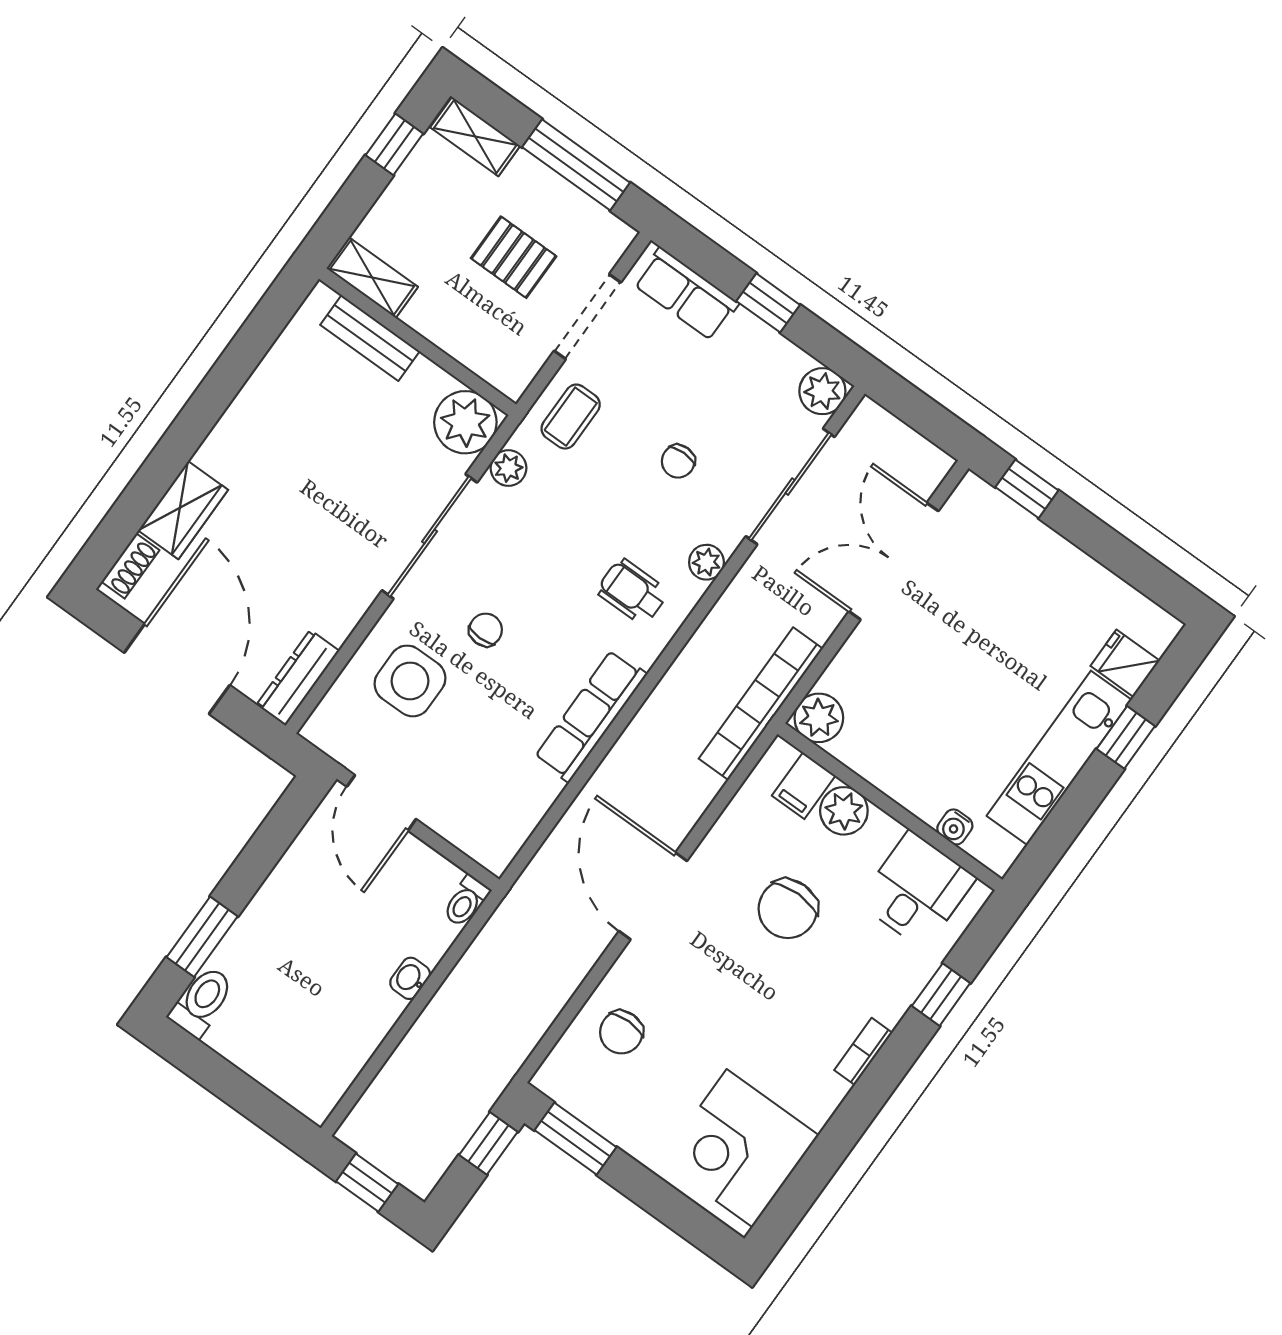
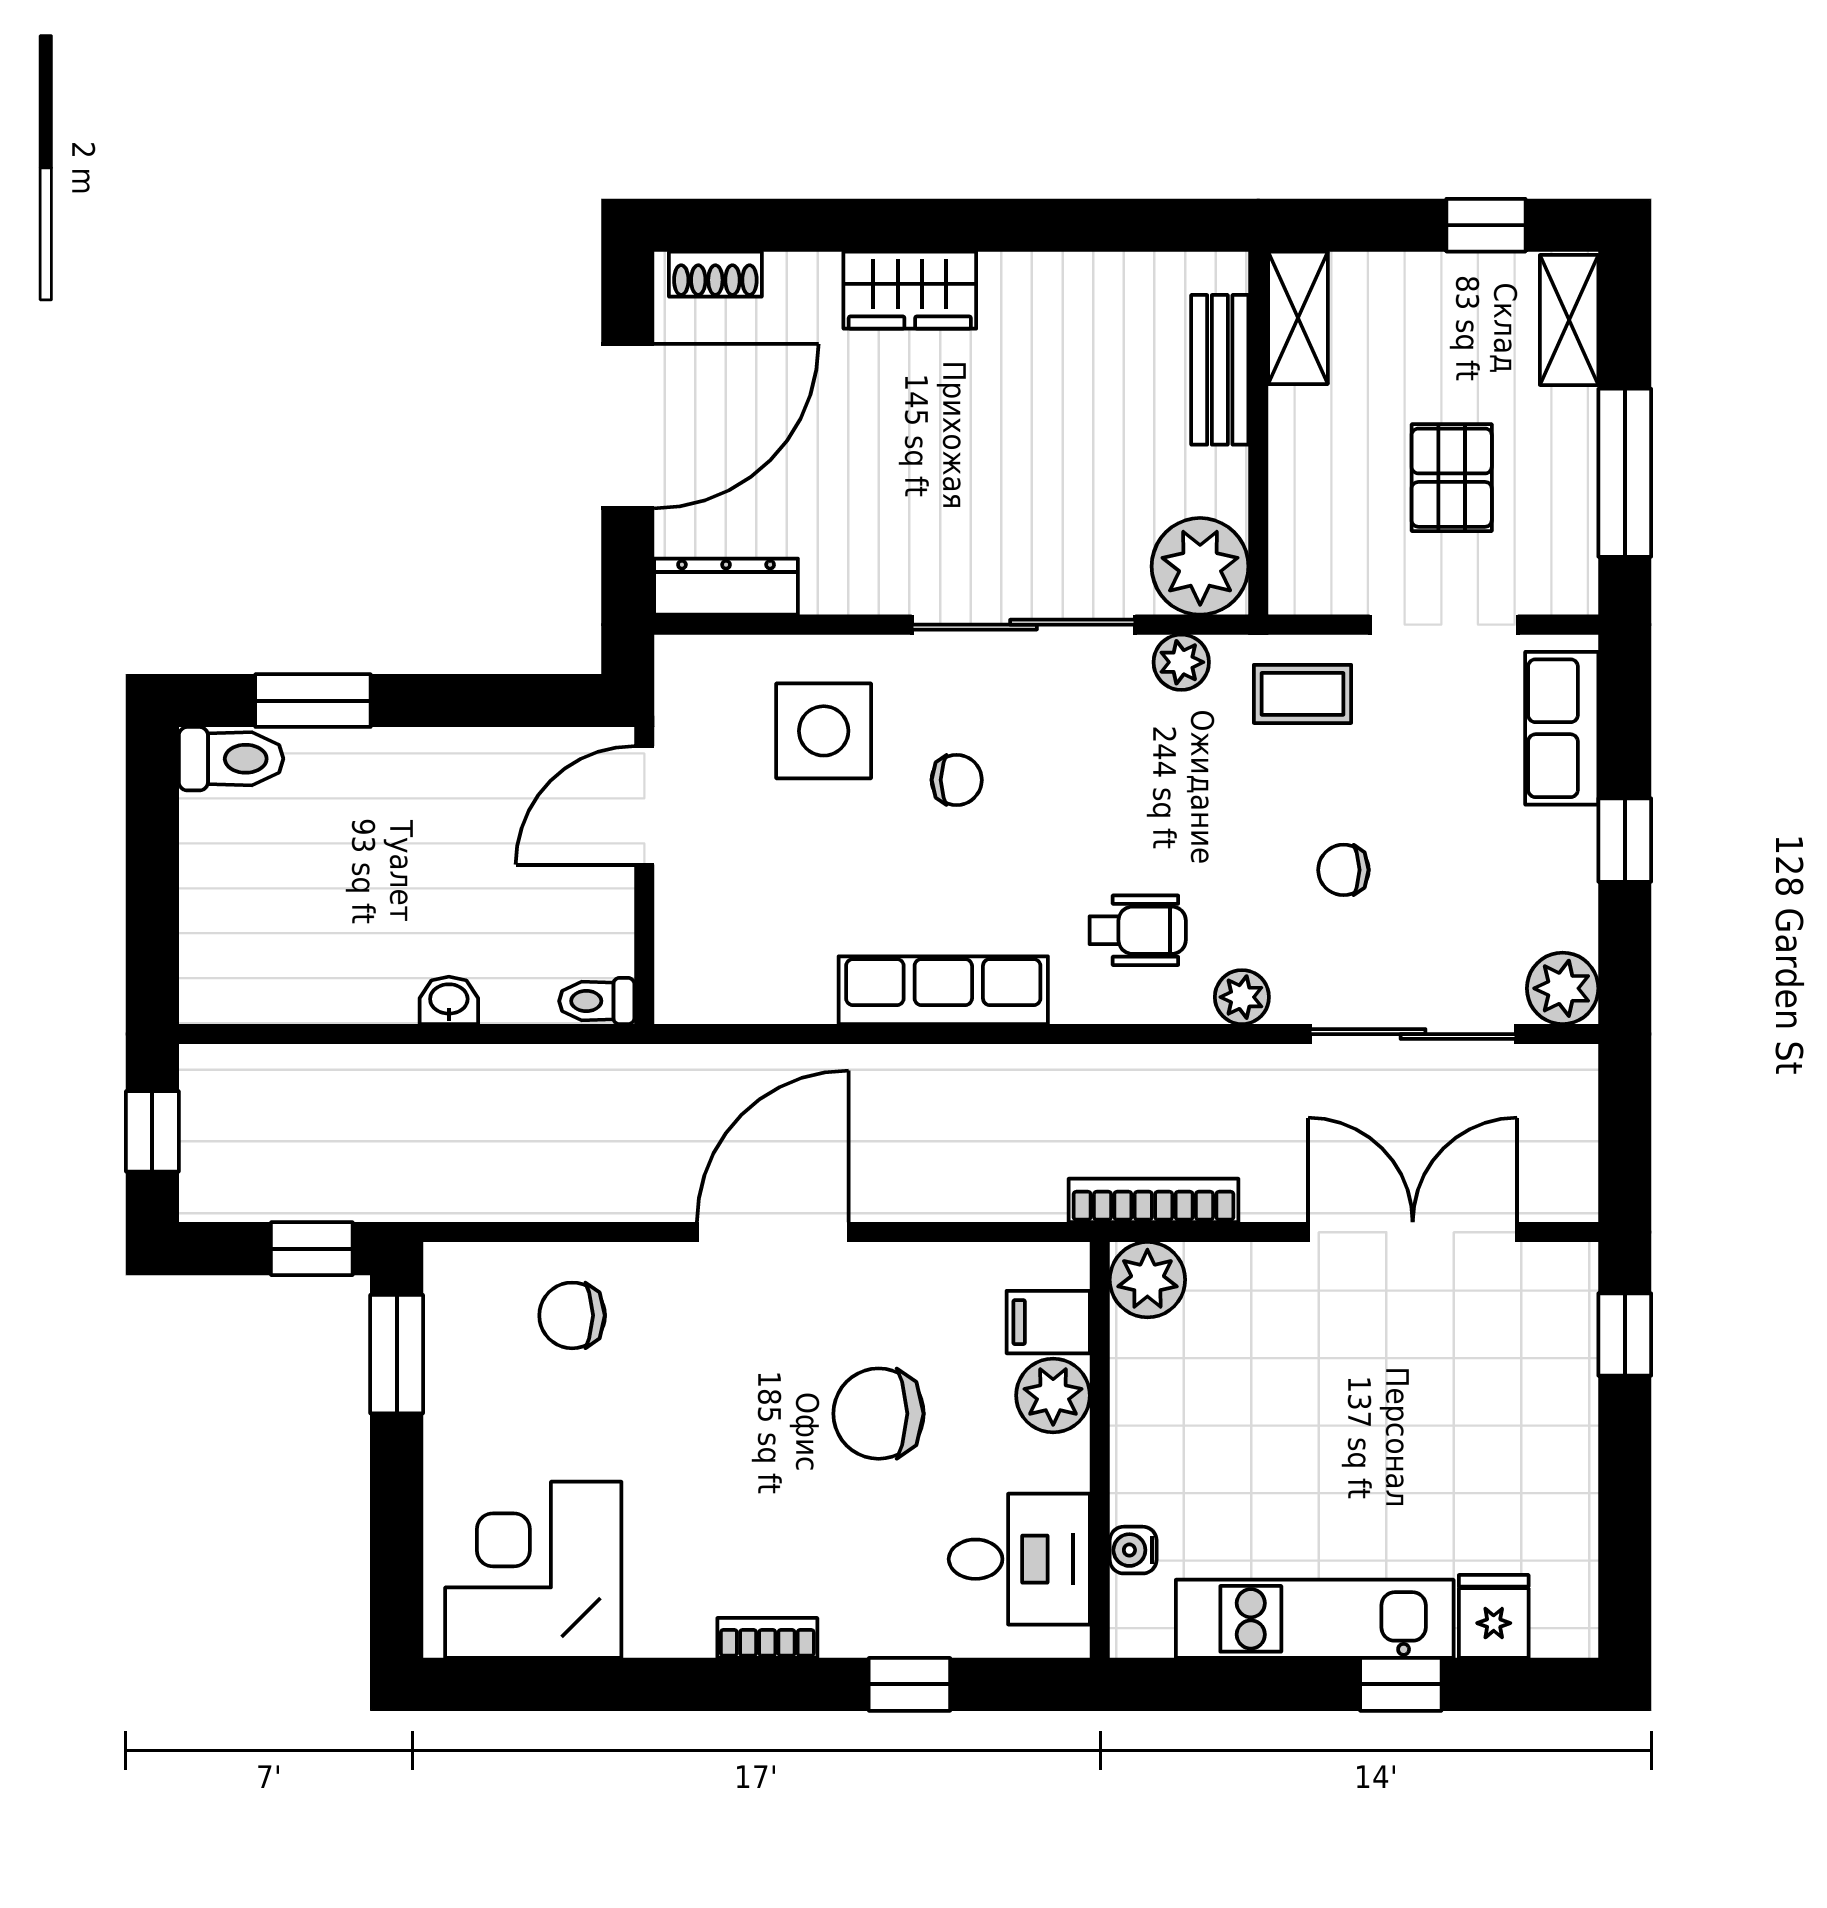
wardrobe: (183, 510) -> (910, 290), moved
wheelchair: (632, 592) -> (1138, 930), turned 90
bookcase: (761, 704) -> (1153, 1200), width x0.68, depth x0.76

